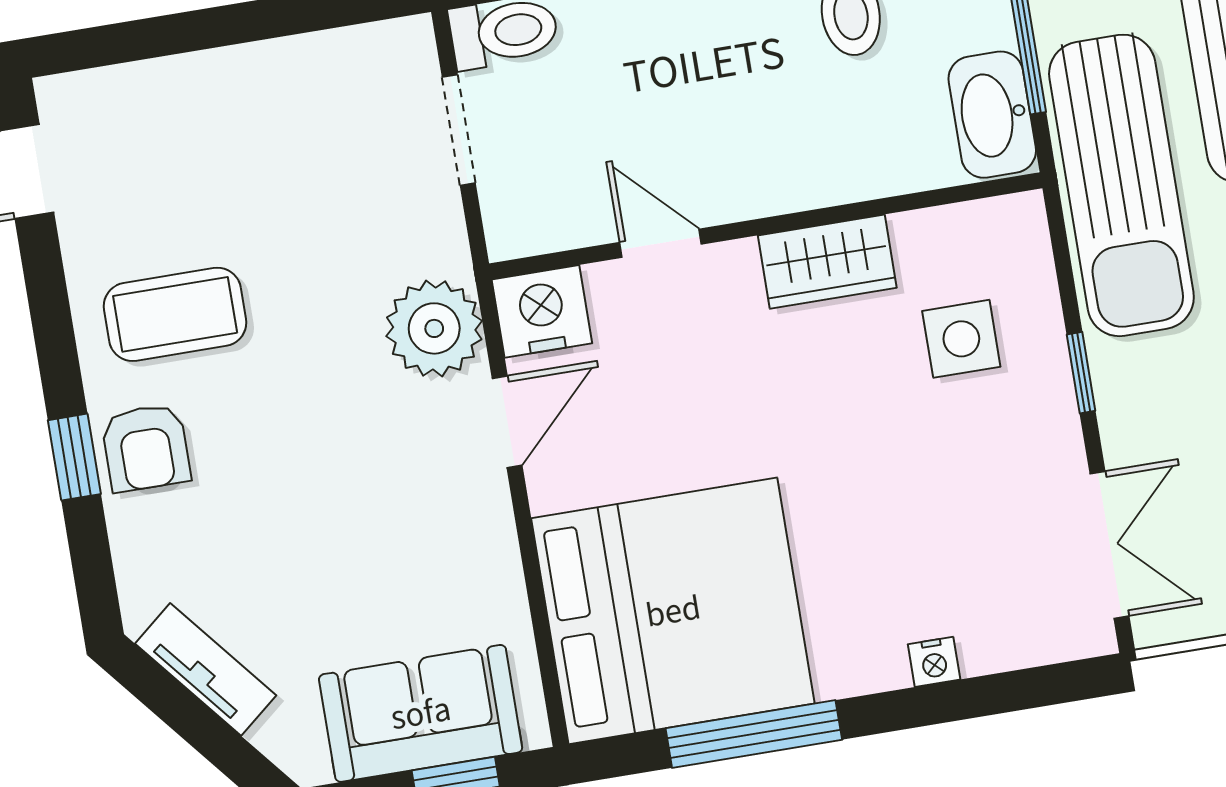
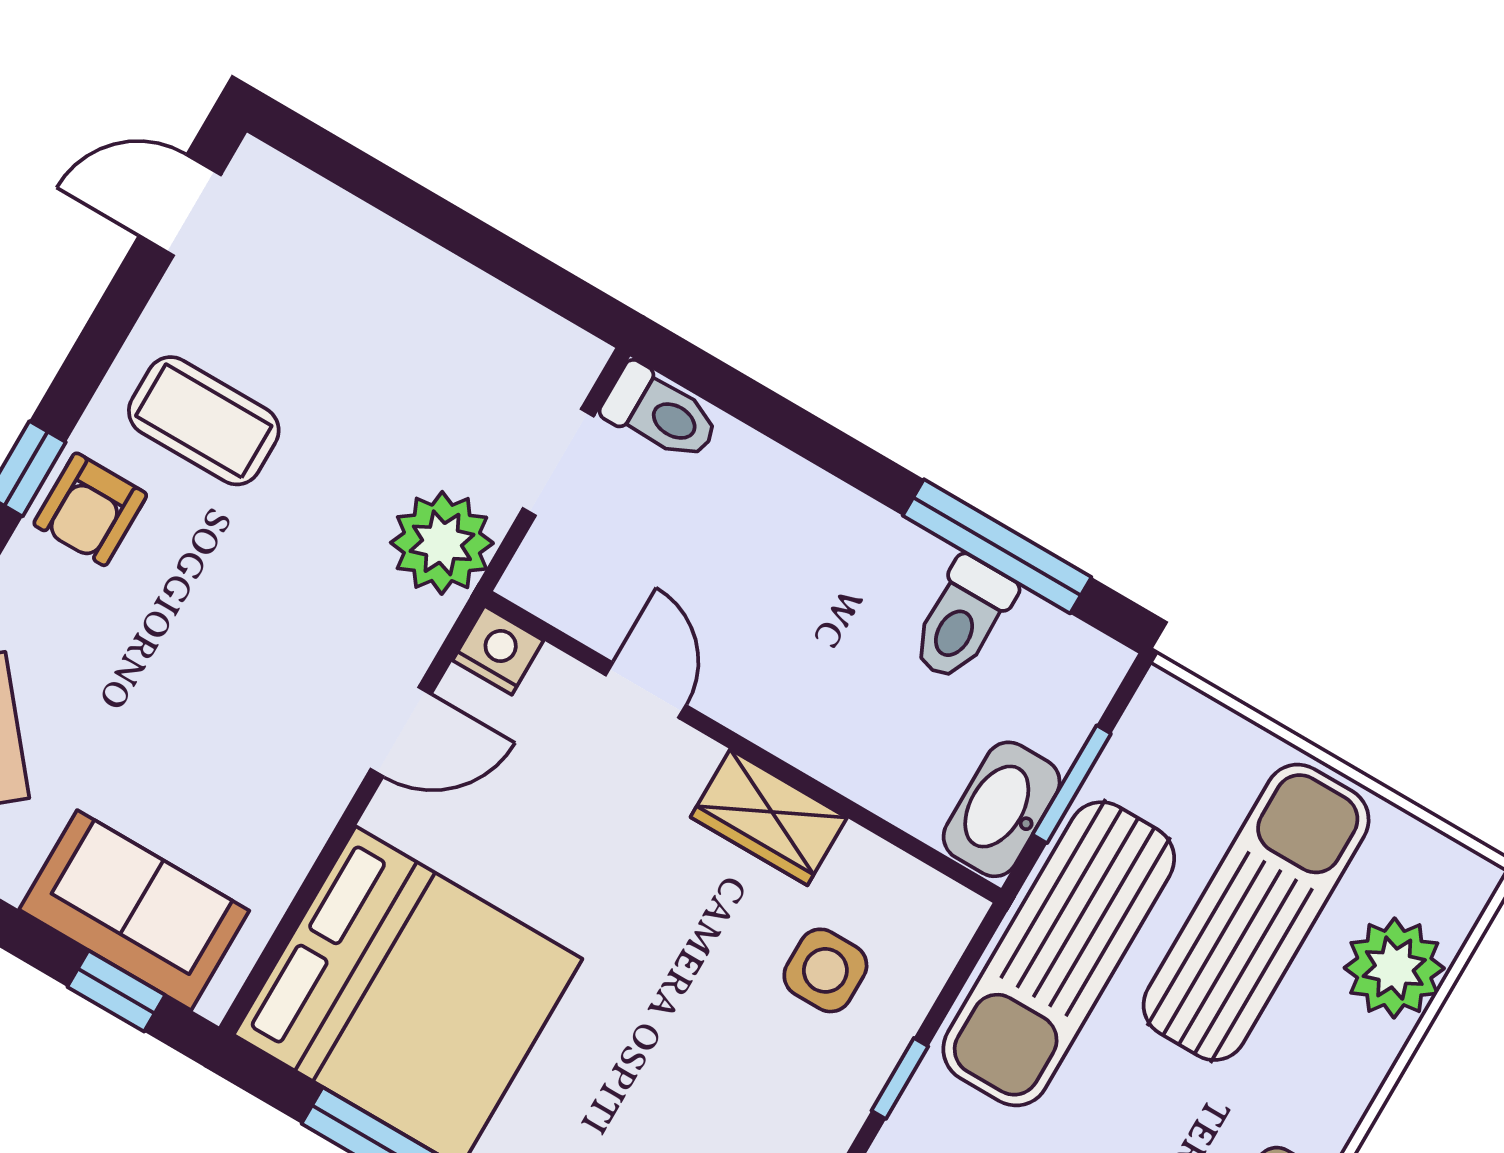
nightstand: (542, 311) -> (498, 650), width x0.74, depth x0.75
plant: (434, 328) -> (442, 543), moved

